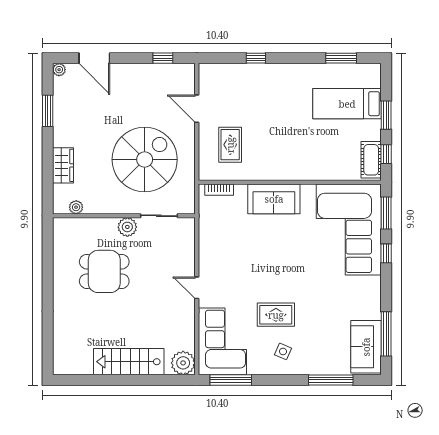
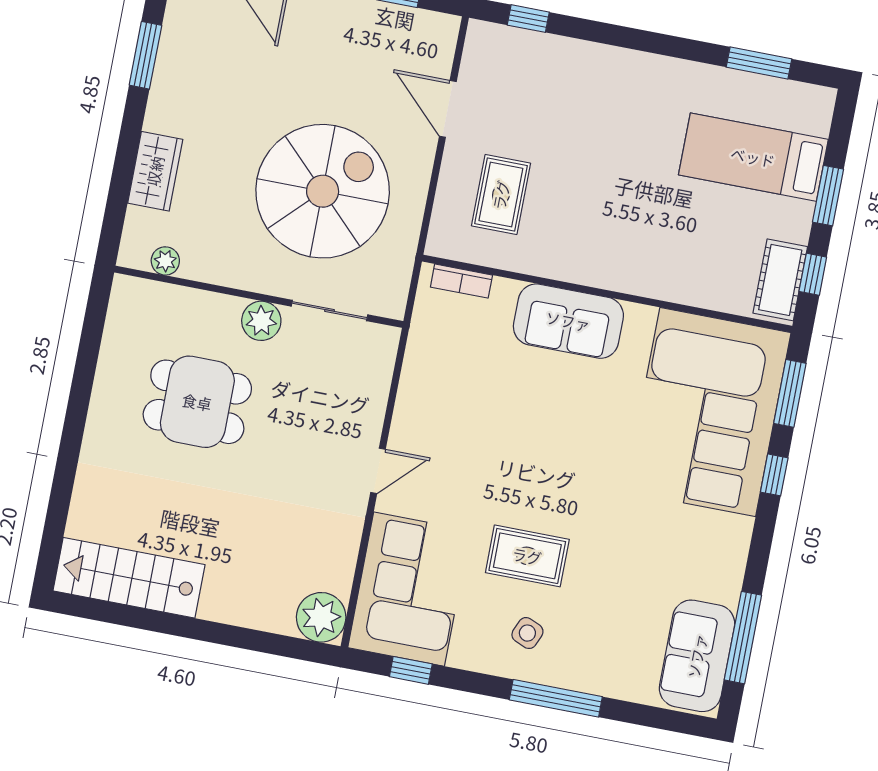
window: (256, 58) -> (528, 19), moved
door: (197, 288) -> (378, 471), swing flipped
stairs: (129, 362) -> (129, 578), moved
window: (231, 380) -> (411, 670), width x0.46
window: (331, 380) -> (556, 698), moved

